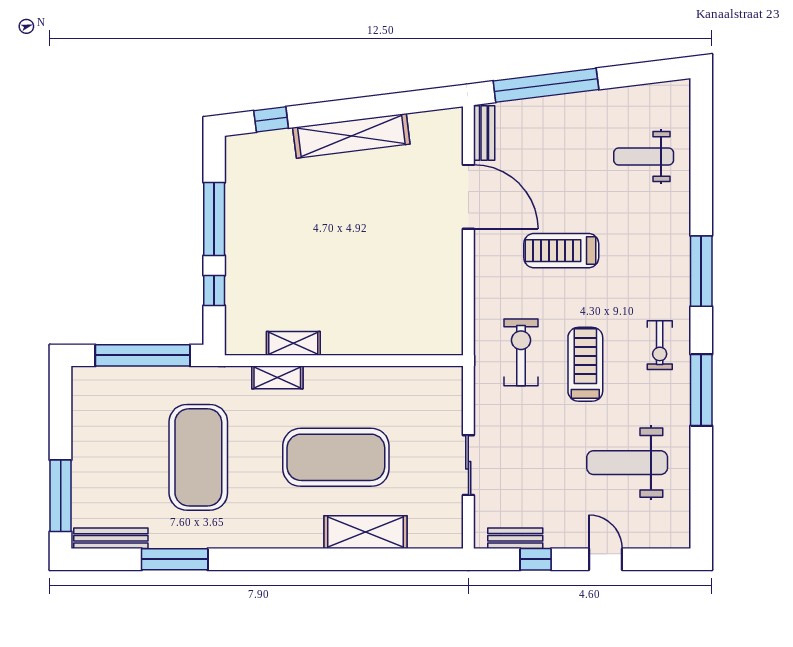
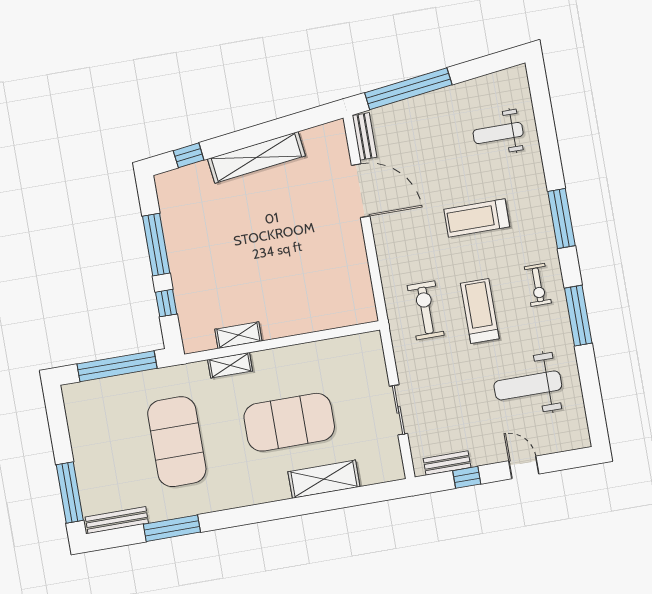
treadmill: (561, 251) -> (477, 218), moved

